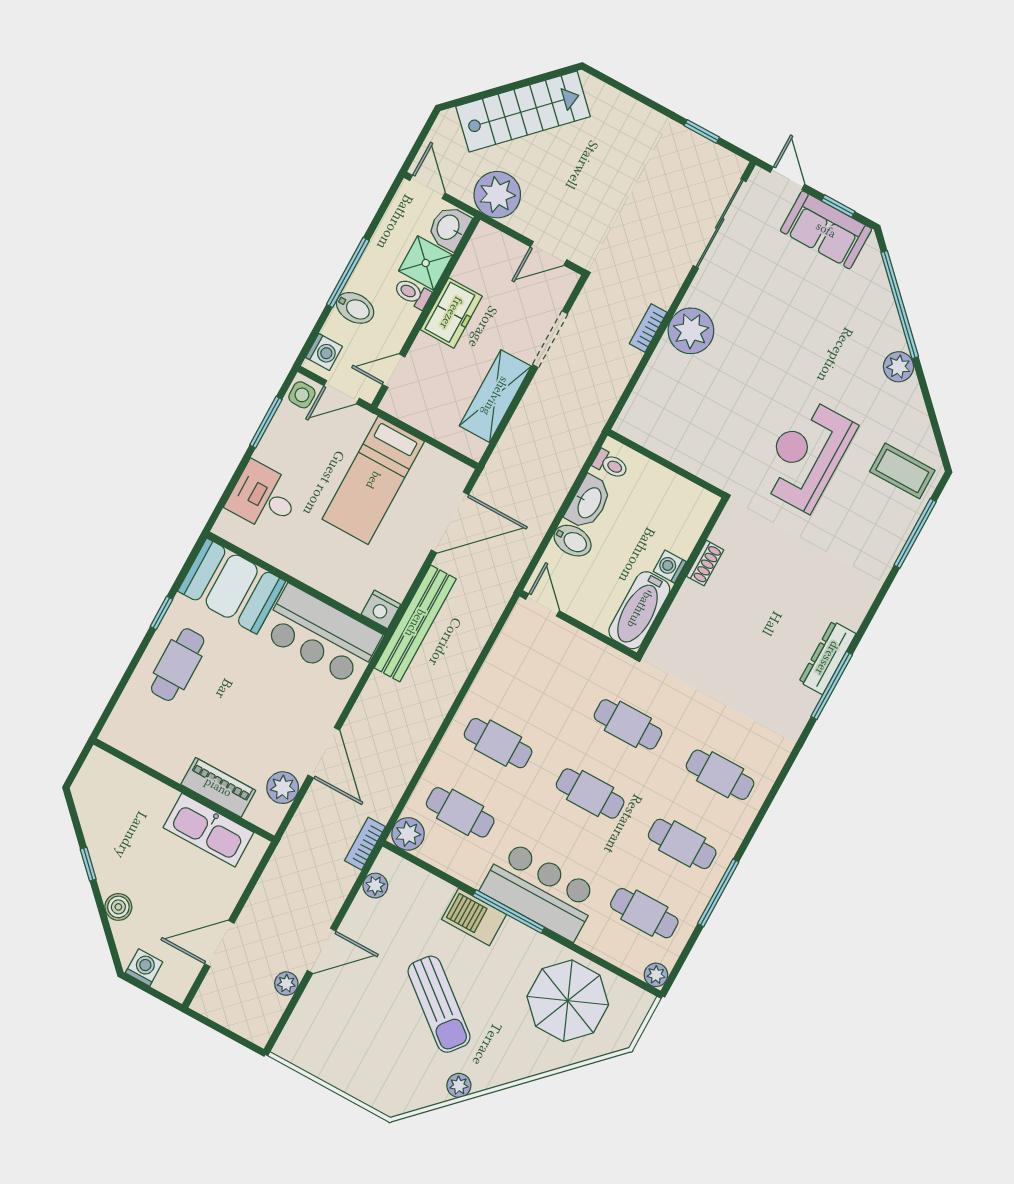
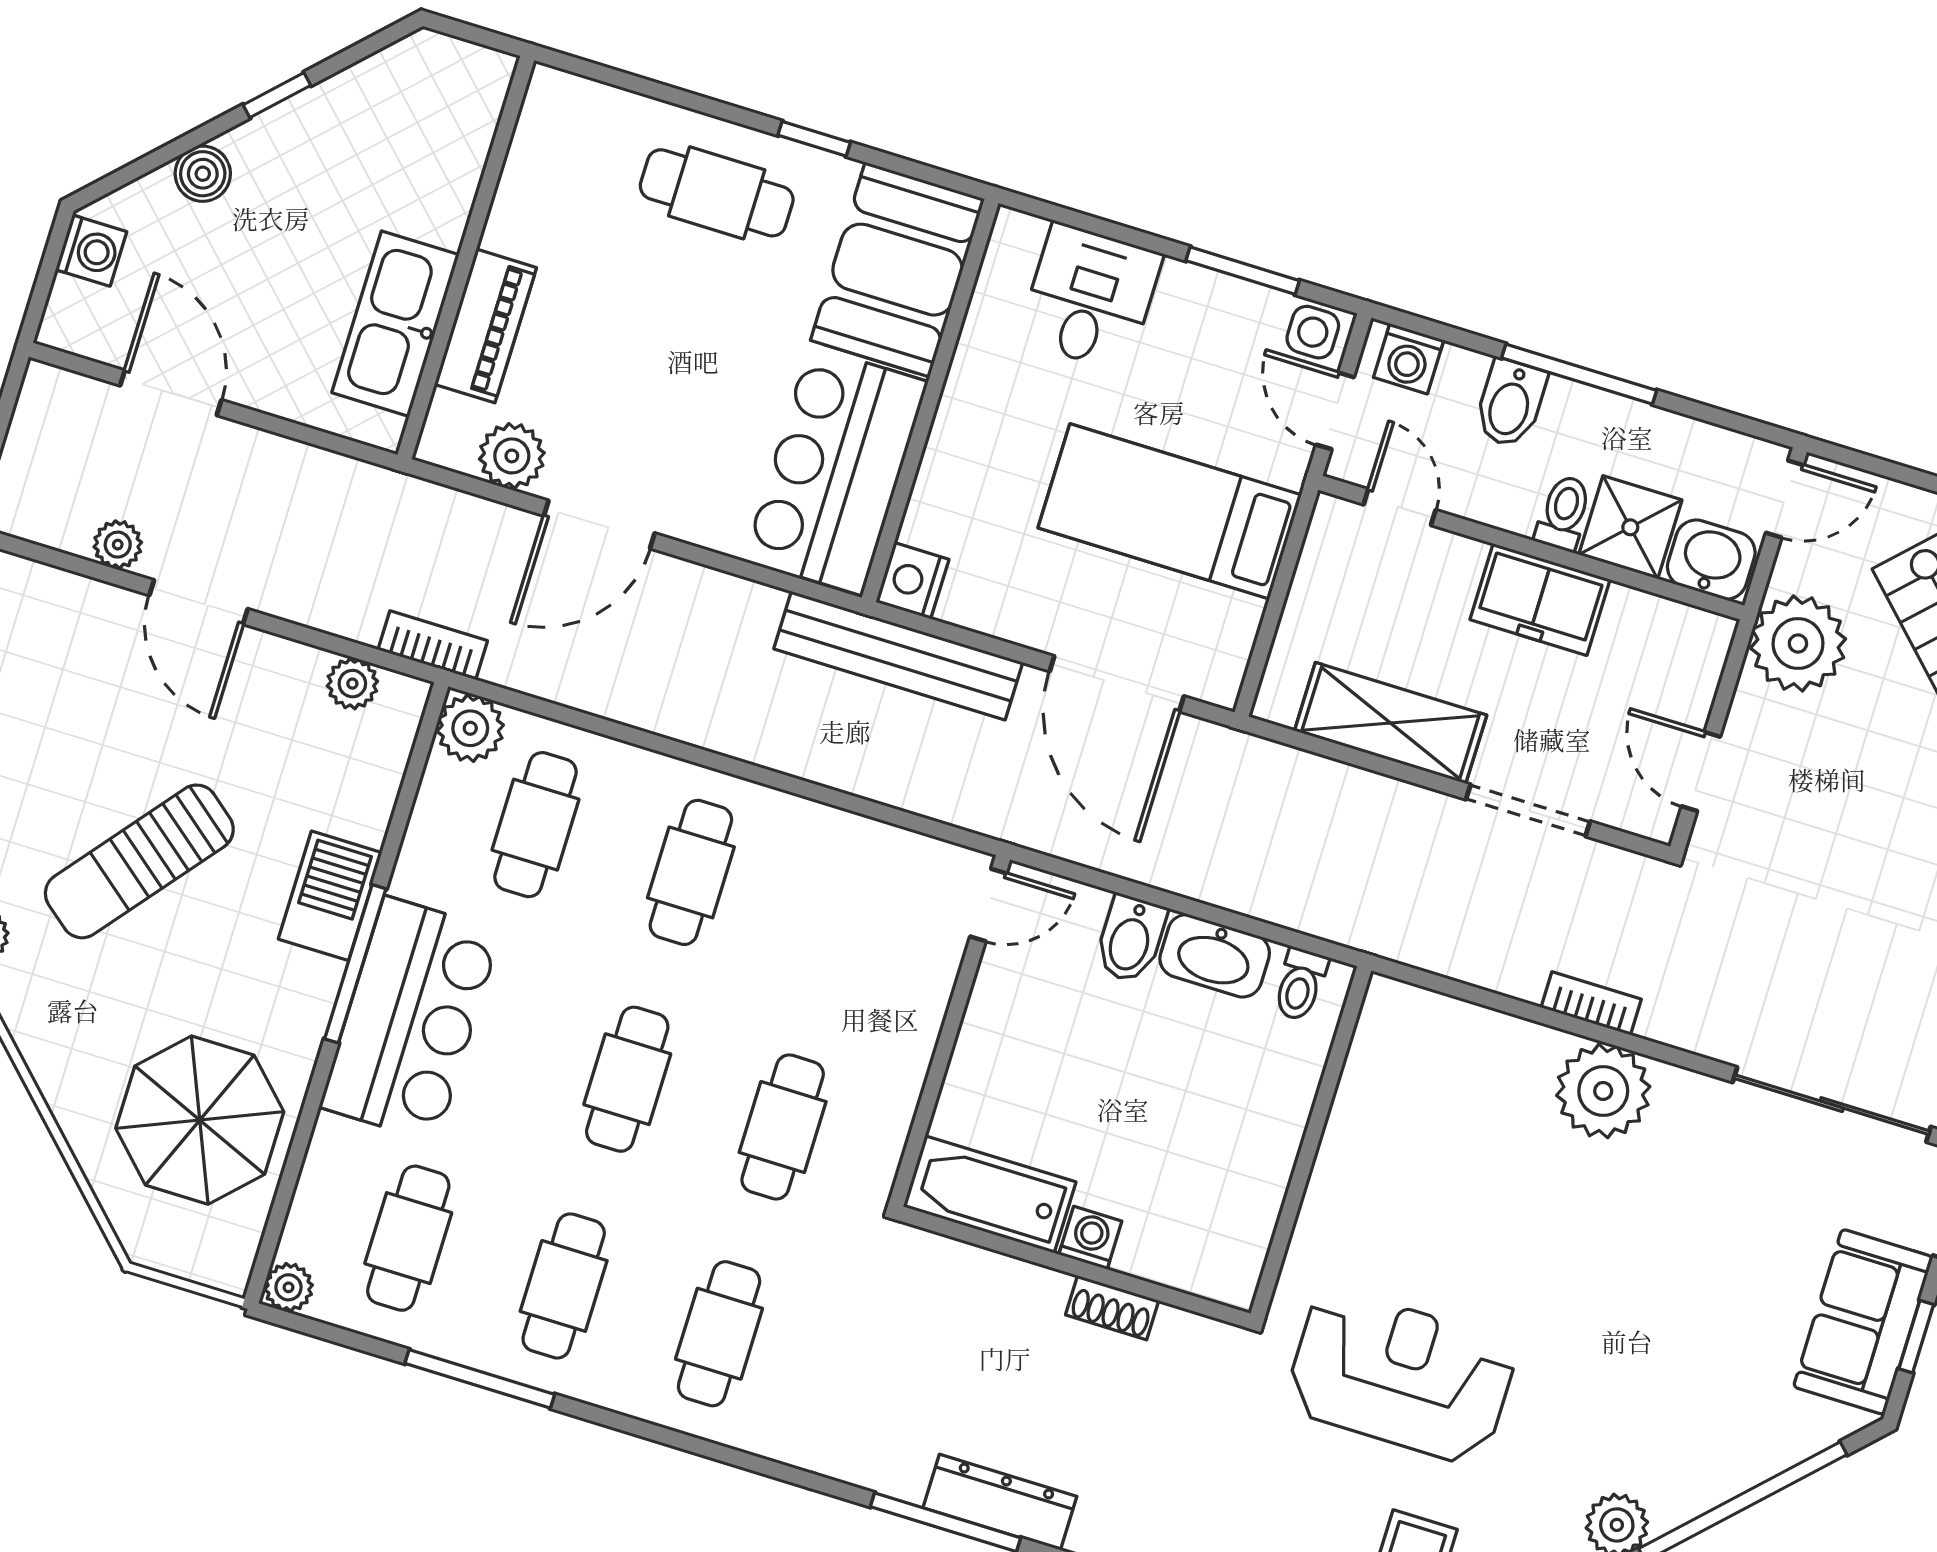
shoe rack: (705, 563) -> (1112, 1308), moved
washing machine: (670, 567) -> (1090, 1238), moved
wall: (682, 577) -> (1075, 1267), moved
bathtub: (639, 610) -> (990, 1194), moved

